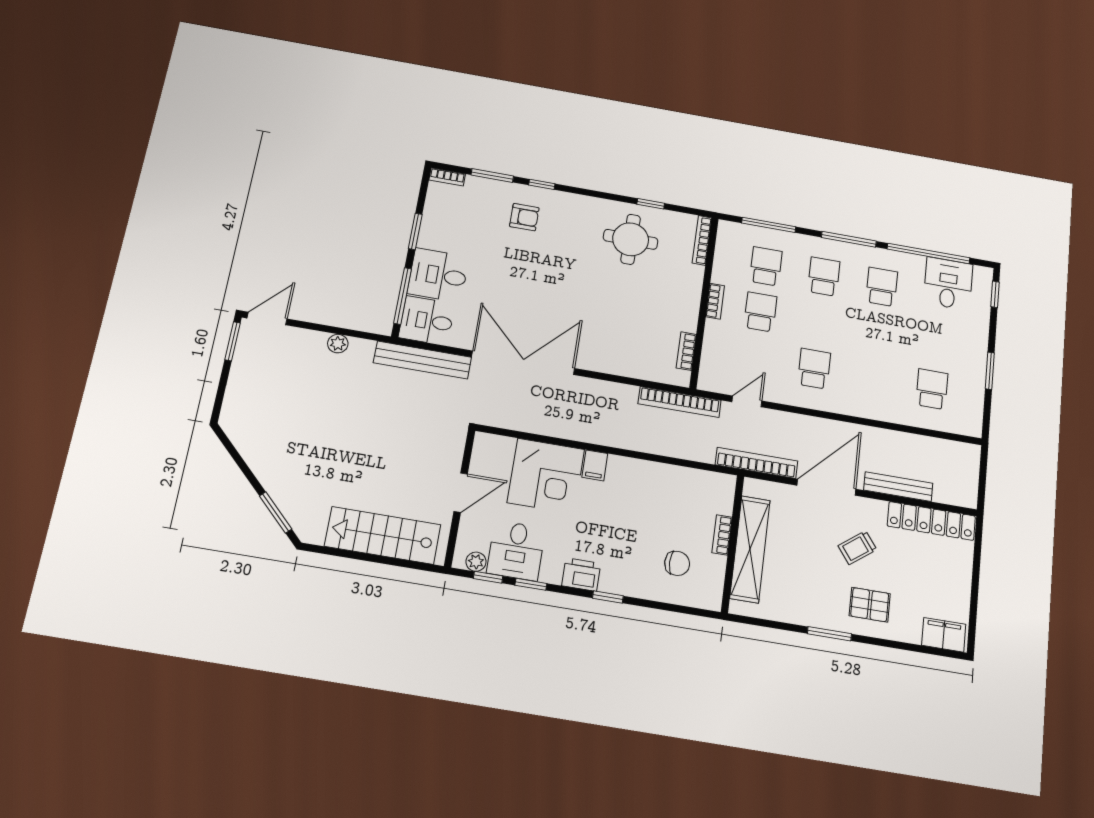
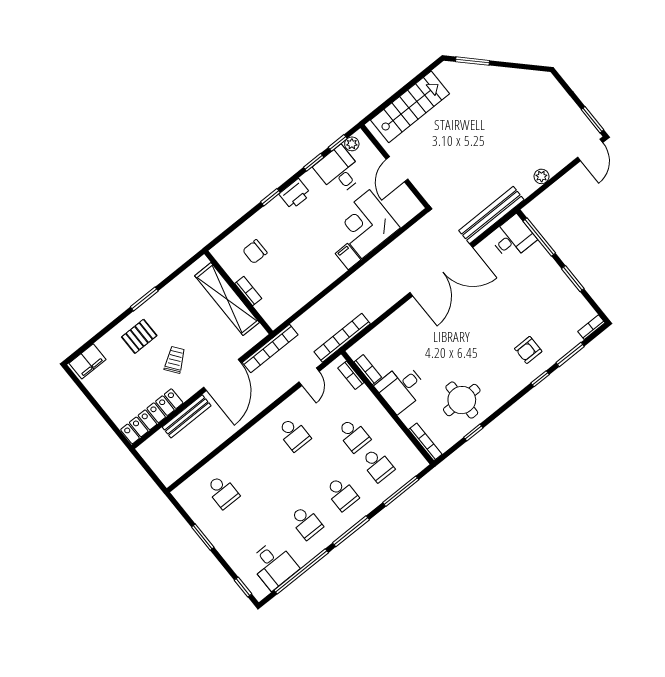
desk: (438, 275) -> (401, 388), moved, turned 180
bookcase: (715, 301) -> (351, 375), moved

